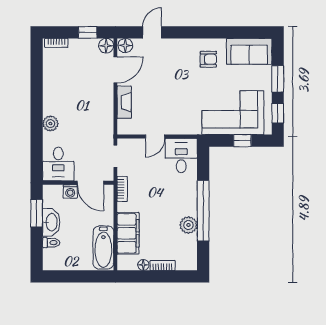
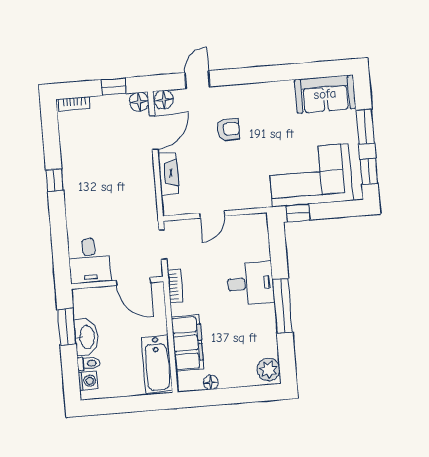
armchair: (208, 59) -> (228, 129), moved
window: (37, 100) -> (55, 180), added
plant: (50, 124) -> (75, 209), removed
window: (242, 141) -> (298, 213), moved
desk: (181, 155) -> (250, 283), moved, turned 90
washing machine: (70, 191) -> (88, 381), moved, turned -90
window: (203, 211) -> (283, 306), width x0.68
plant: (188, 225) -> (269, 370), moved
bookcase: (163, 265) -> (236, 381), removed

